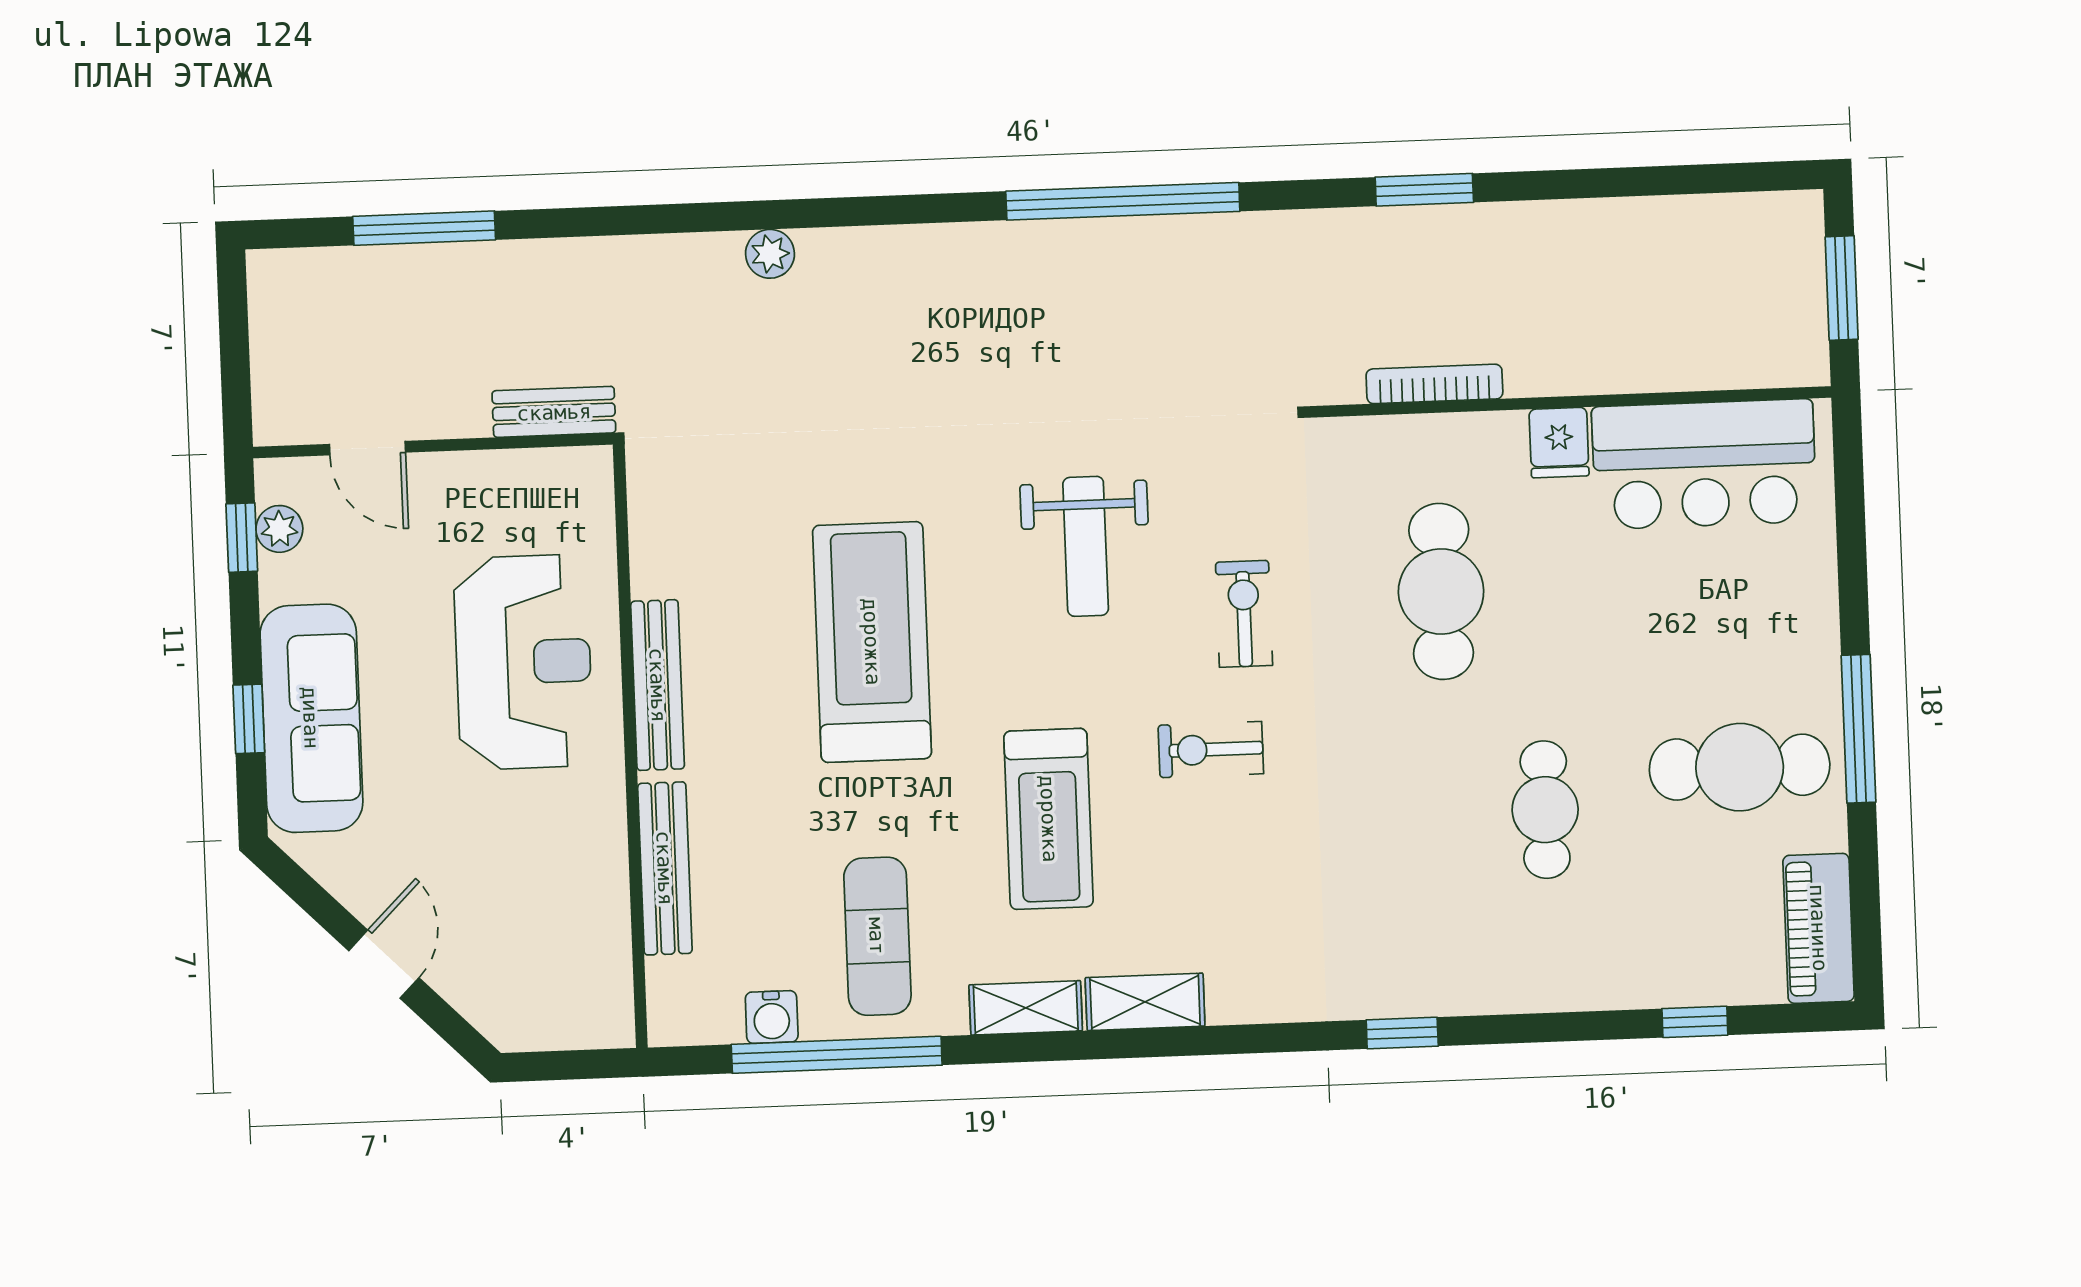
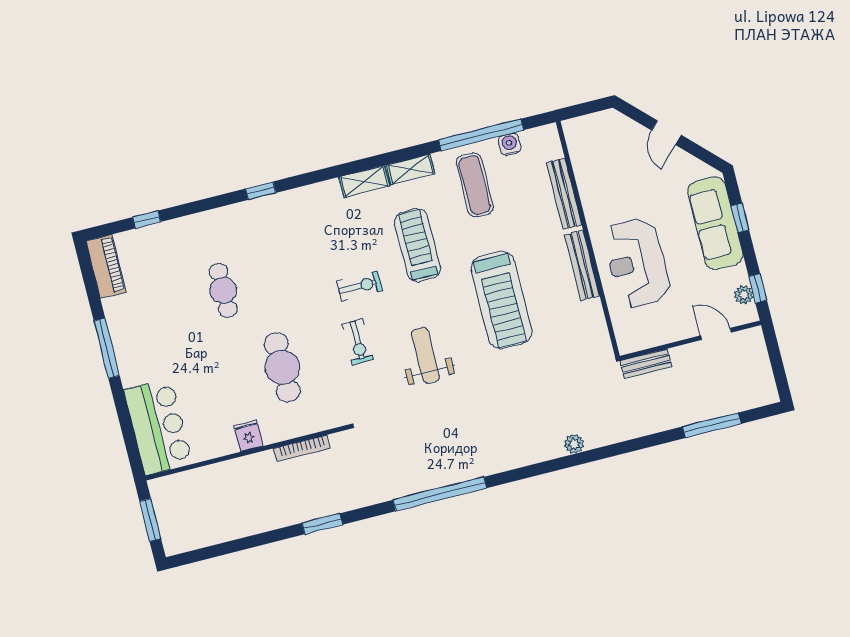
bar counter: (1704, 464) -> (158, 427), moved, turned 90
cafe table: (1740, 767) -> (150, 323), removed

